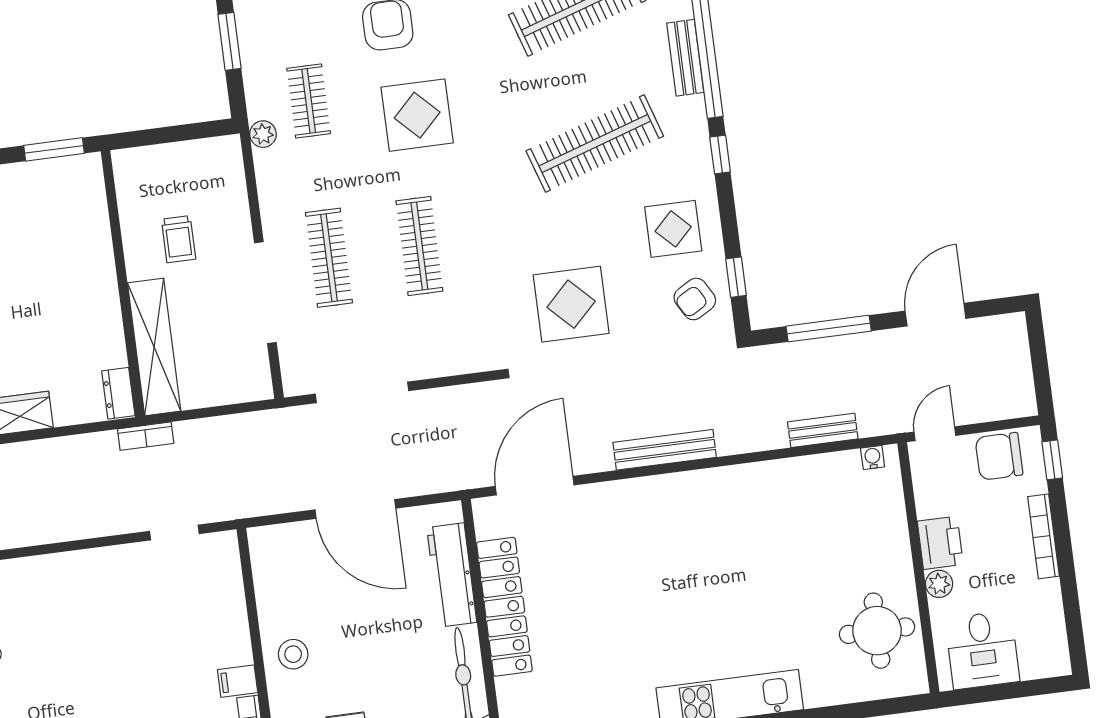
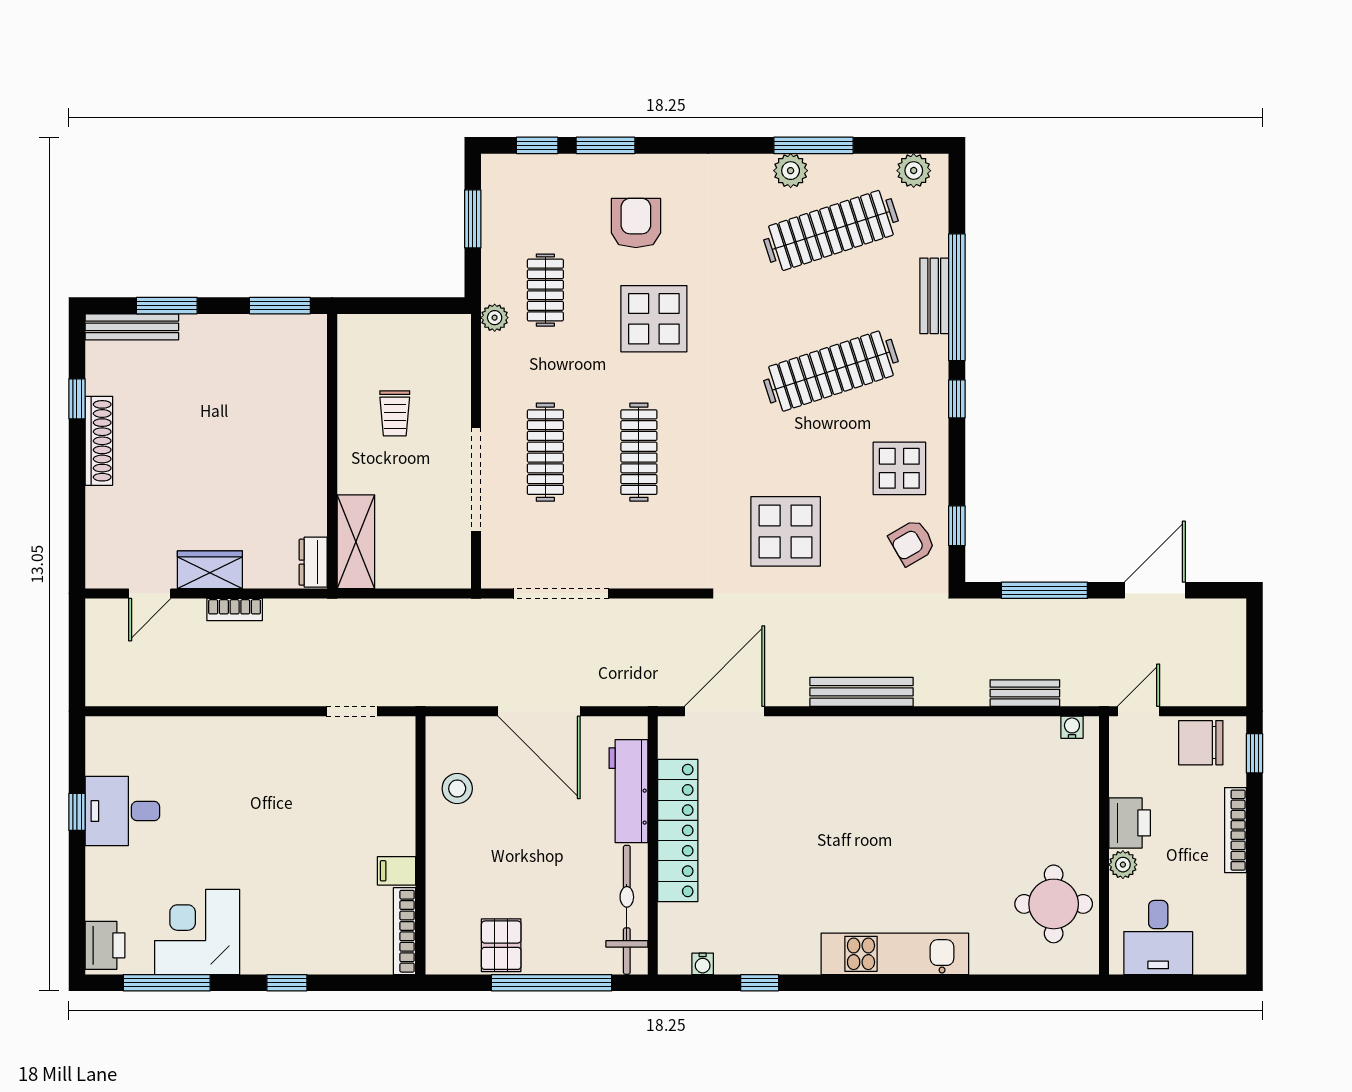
shelving: (154, 347) -> (356, 542), width x0.68
bookcase: (146, 436) -> (235, 610), moved
stool: (293, 654) -> (457, 789), moved

